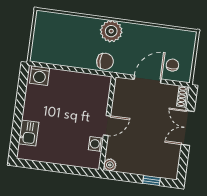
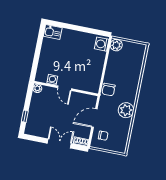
plant: (111, 31) -> (126, 110), moved
plant: (40, 54) -> (116, 45), added
door: (148, 79) -> (94, 118), swing flipped
kitchen sink: (29, 133) -> (53, 32), moved

